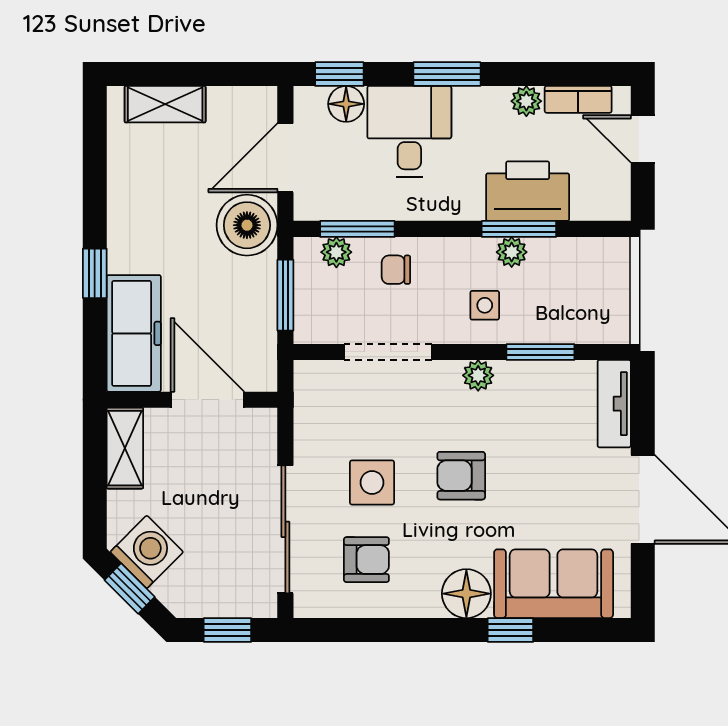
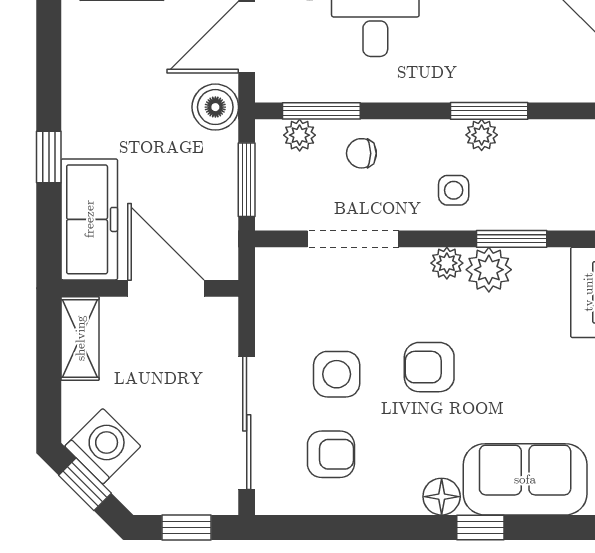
printer: (528, 191) -> (498, 72), removed
boiler: (247, 225) -> (215, 107), width x0.73, depth x0.73
plant: (519, 382) -> (489, 270), added
floor lamp: (466, 594) -> (442, 497), width x0.73, depth x0.73

